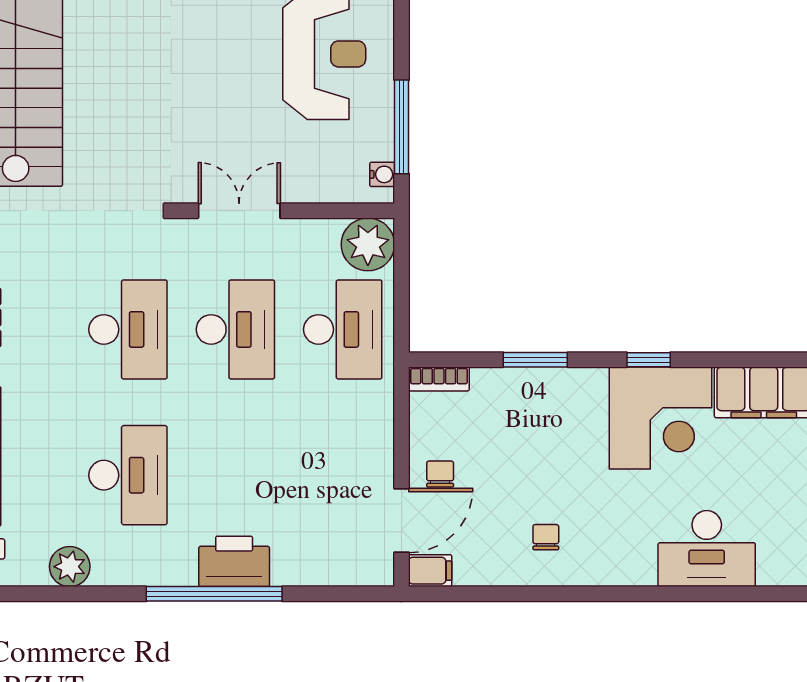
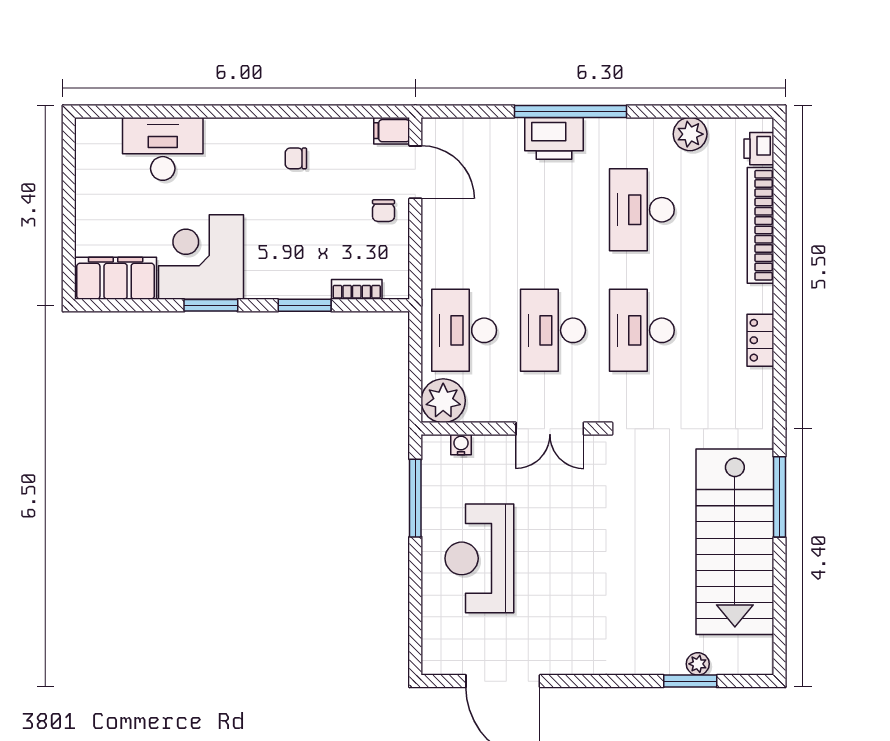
water cooler: (382, 174) -> (461, 445), moved, turned 90
window: (649, 360) -> (211, 305), width x1.50
bookcase: (439, 379) -> (357, 289), moved
door: (402, 521) -> (415, 172), swing flipped
chair: (546, 537) -> (296, 158), turned 90

